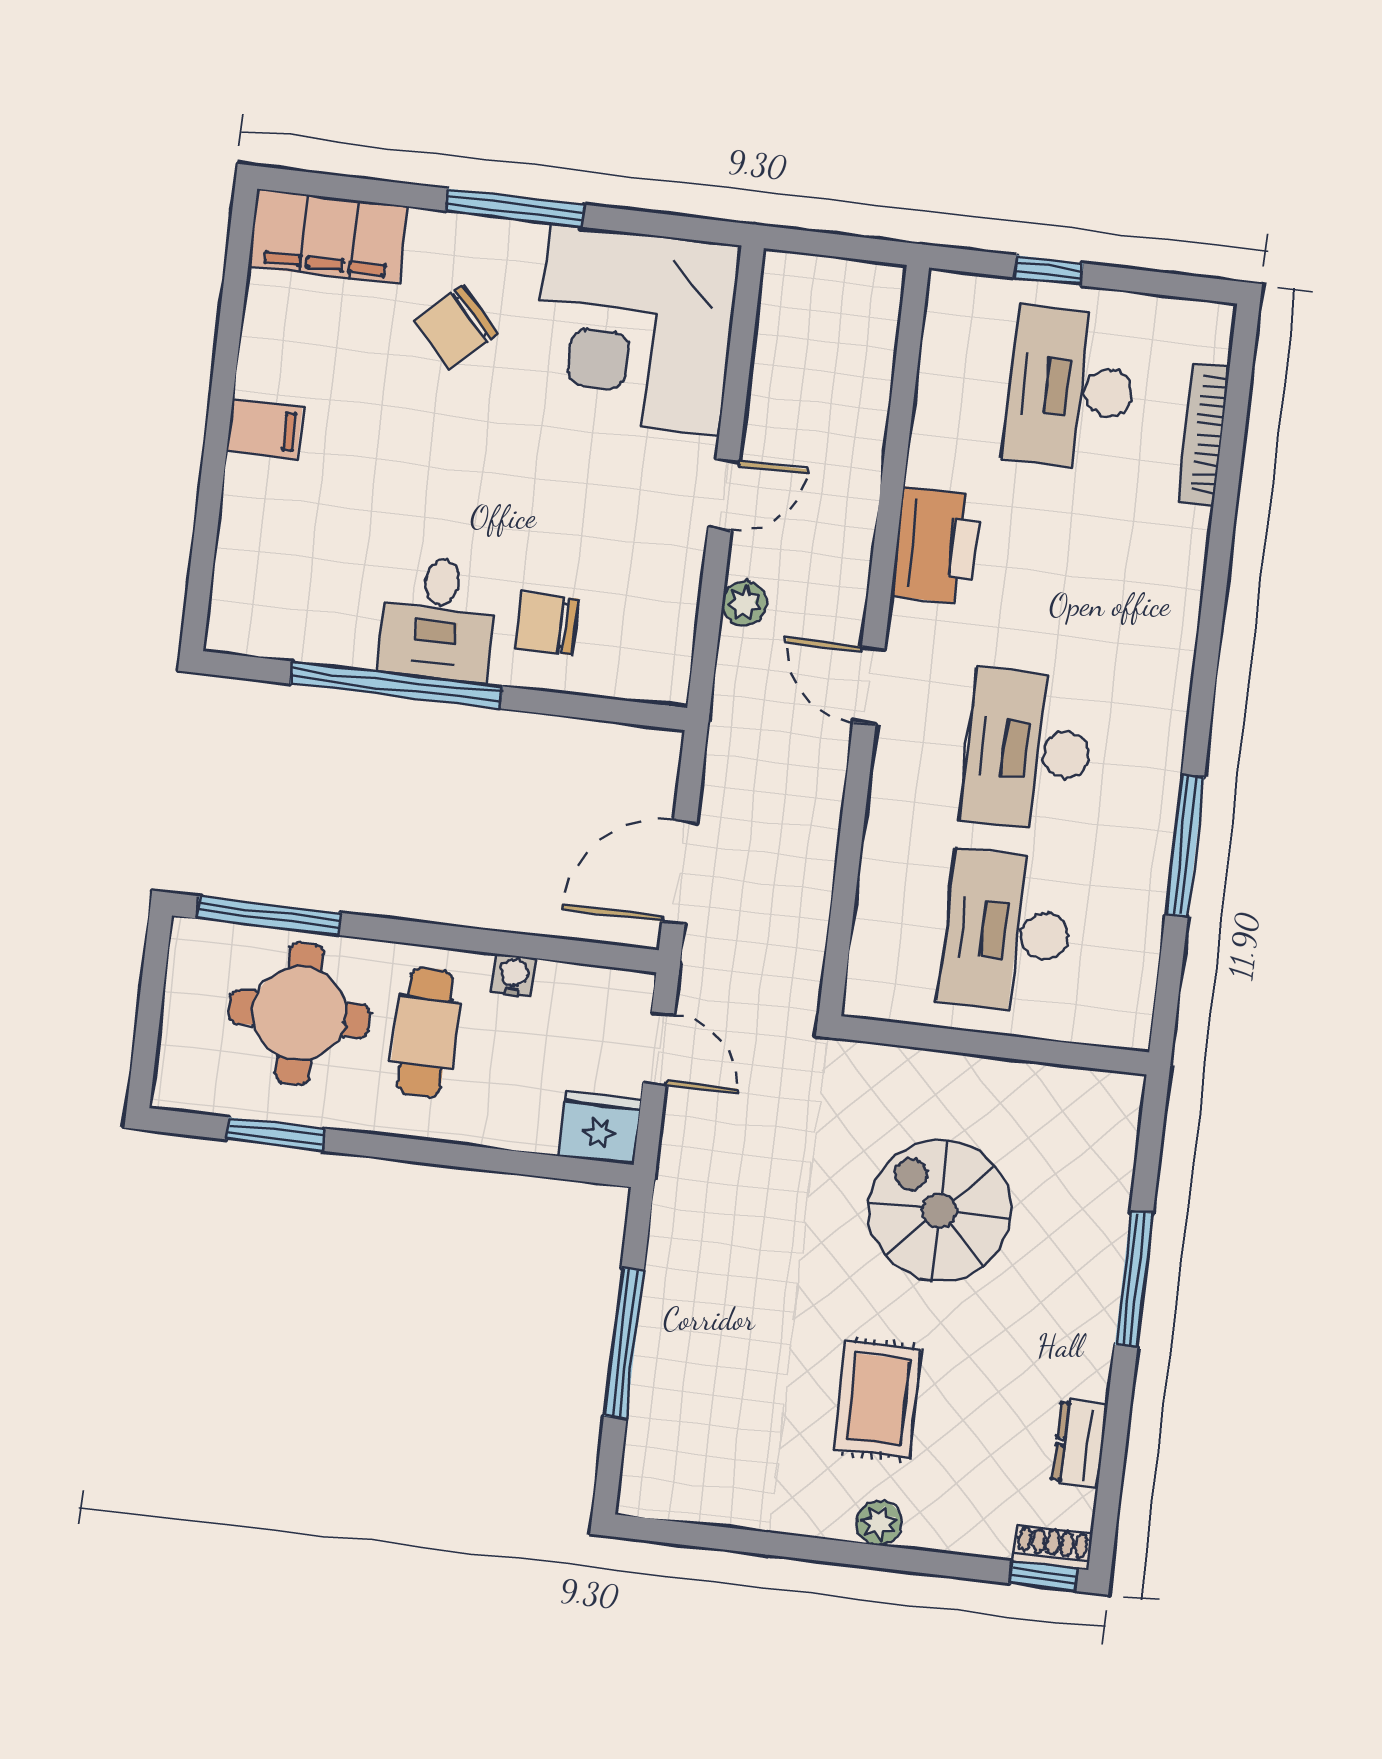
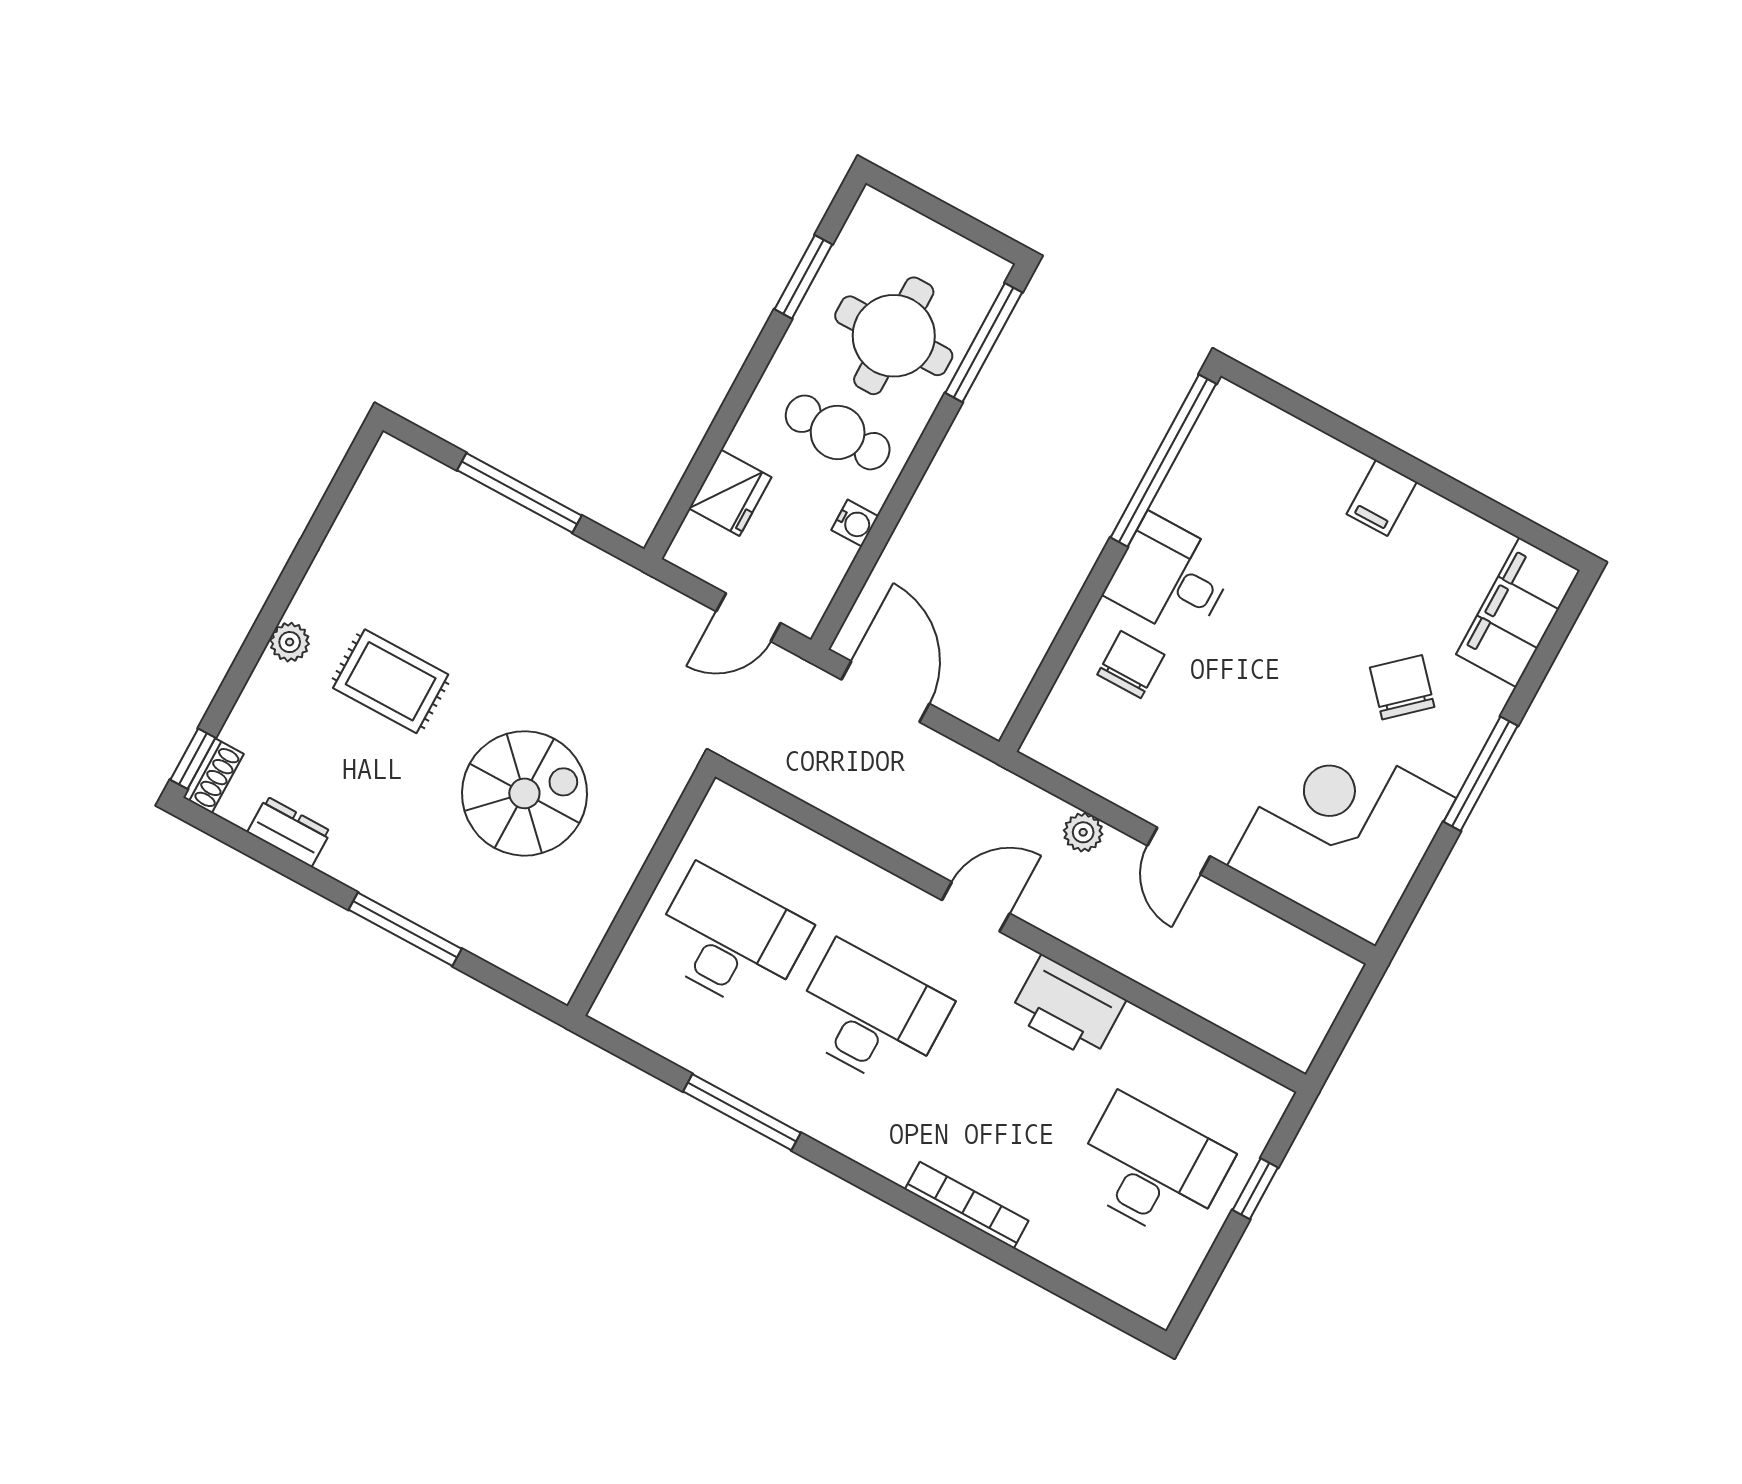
bookcase: (1204, 435) -> (967, 1205), moved
window: (396, 685) -> (1163, 461), moved
fridge: (600, 1128) -> (730, 493), moved

